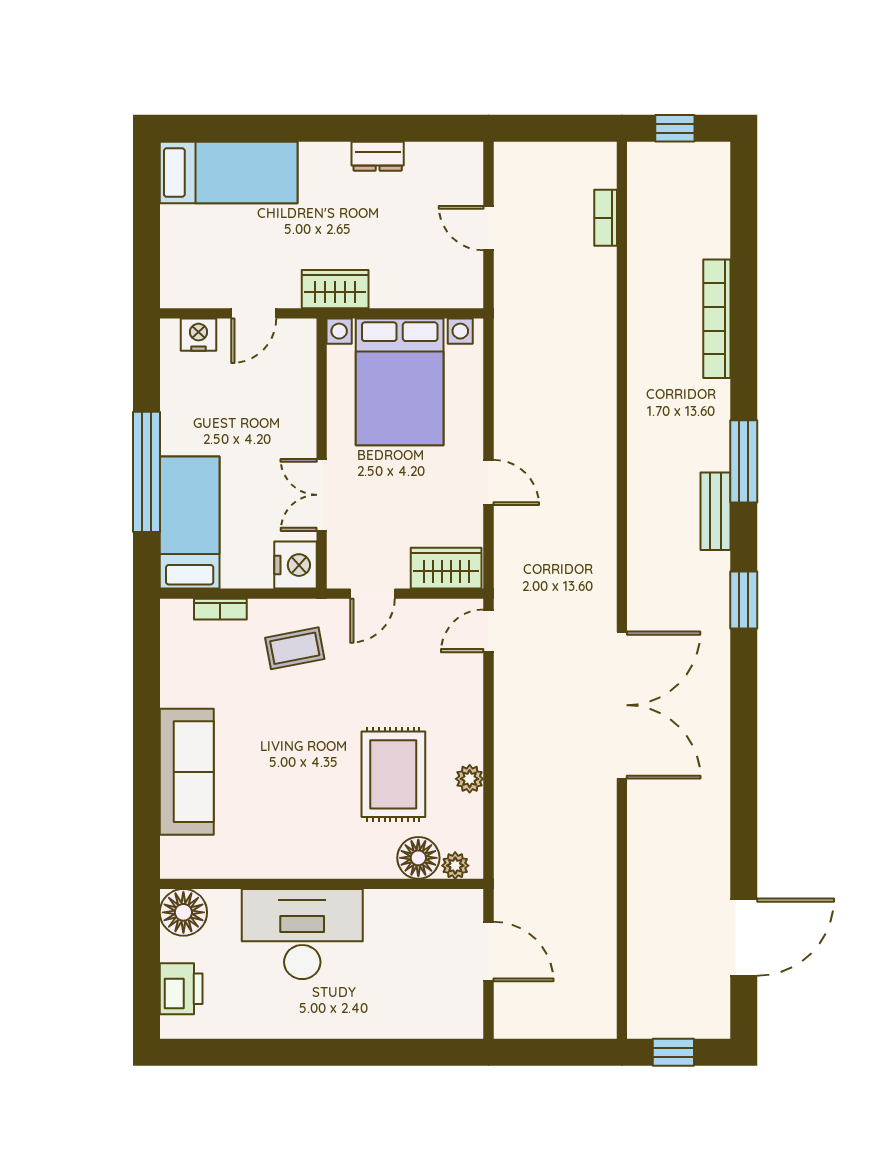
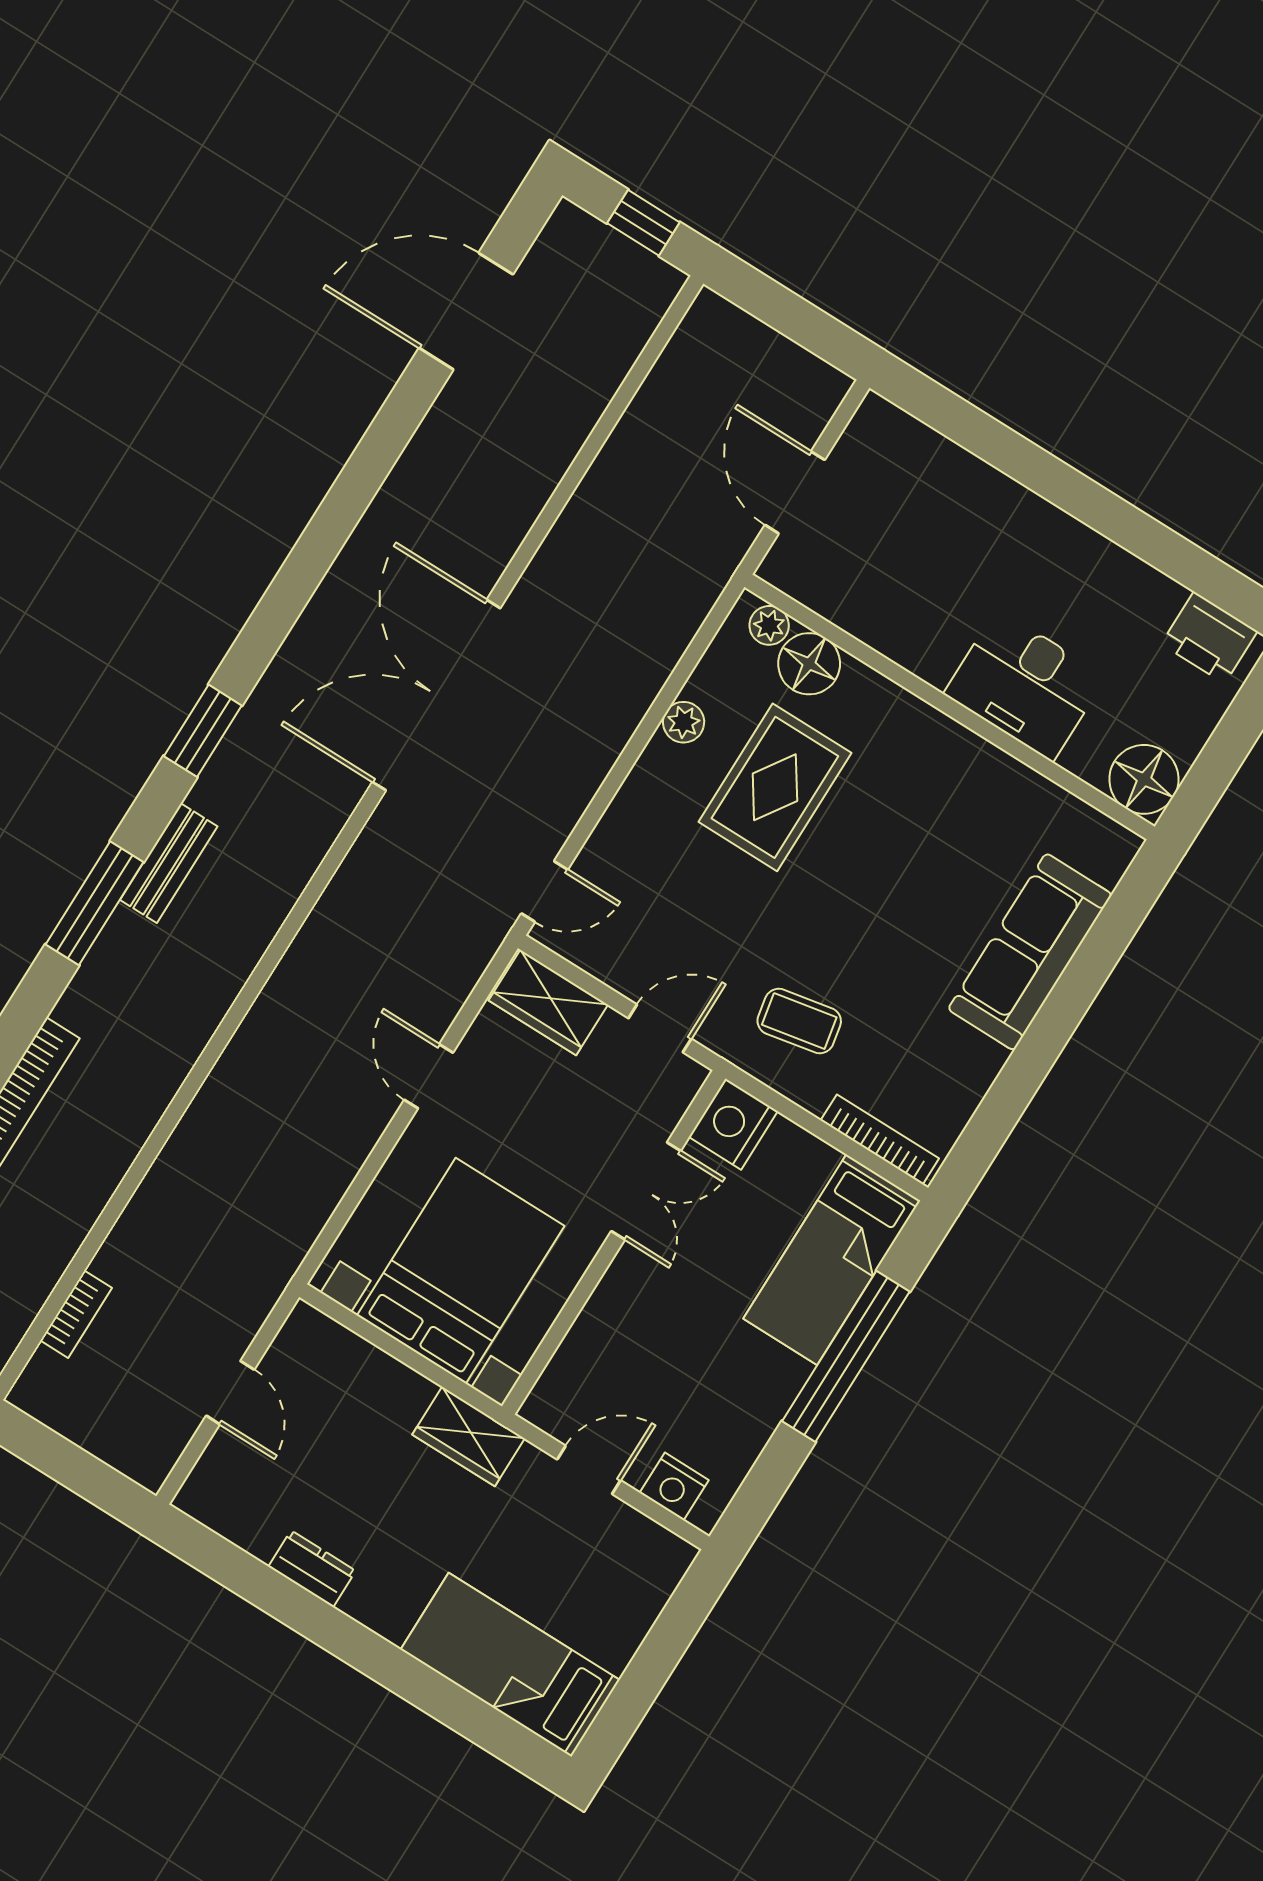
bookcase: (220, 609) -> (880, 1139), width x1.56
desk: (302, 934) -> (1025, 685), width x0.73, depth x0.77
printer: (181, 989) -> (1209, 638), moved, turned -90

